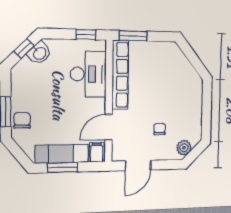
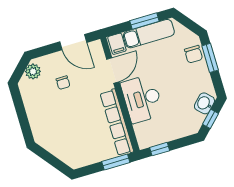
washbasin: (39, 53) -> (204, 103), moved
desk: (88, 74) -> (142, 99), moved
door: (138, 165) -> (73, 42), swing flipped

